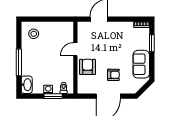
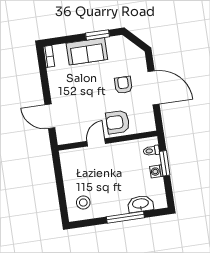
window: (152, 43) -> (98, 35), moved
door: (75, 49) -> (96, 142), swing flipped
sofa: (141, 64) -> (87, 51), moved
washbasin: (27, 85) -> (140, 204), moved

